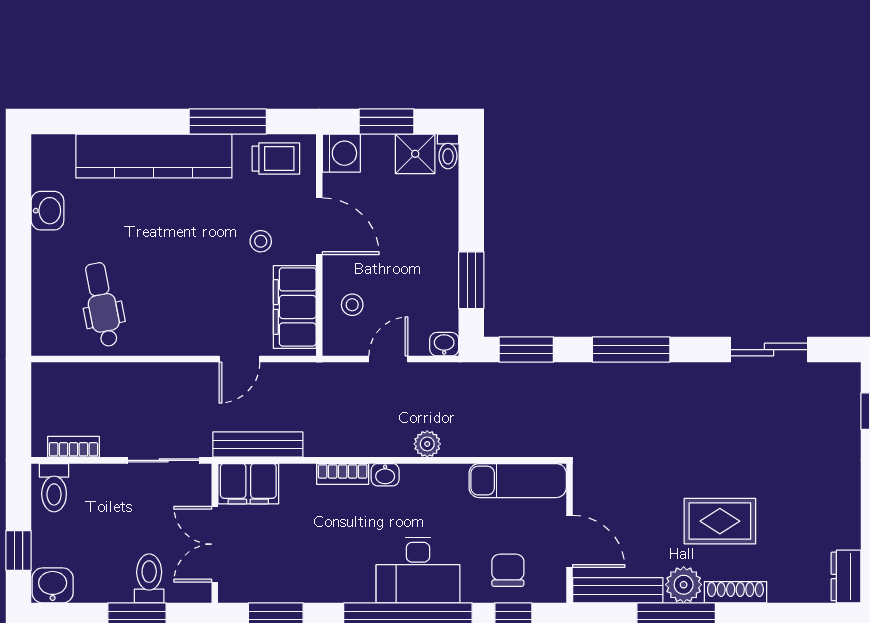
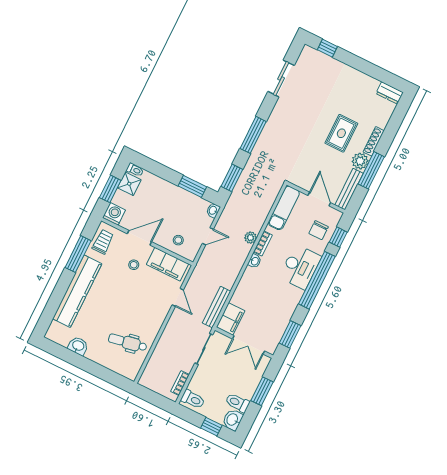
door: (388, 359) -> (208, 236), swing flipped
bookcase: (343, 474) -> (263, 243), moved
door: (569, 541) -> (319, 199), hinge flipped
chair: (508, 570) -> (319, 230), turned -90
toilet: (149, 578) -> (237, 403), moved

